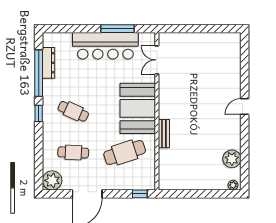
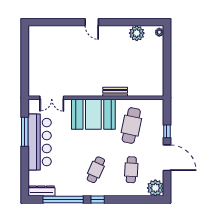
dresser: (49, 63) -> (41, 191), moved
cafe table: (125, 152) -> (131, 126), turned 30
window: (140, 194) -> (167, 131), moved

